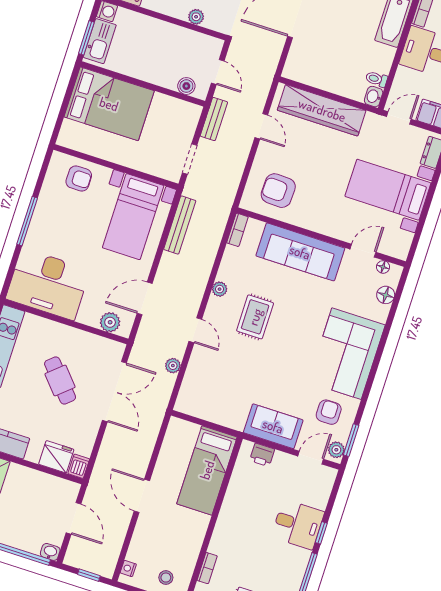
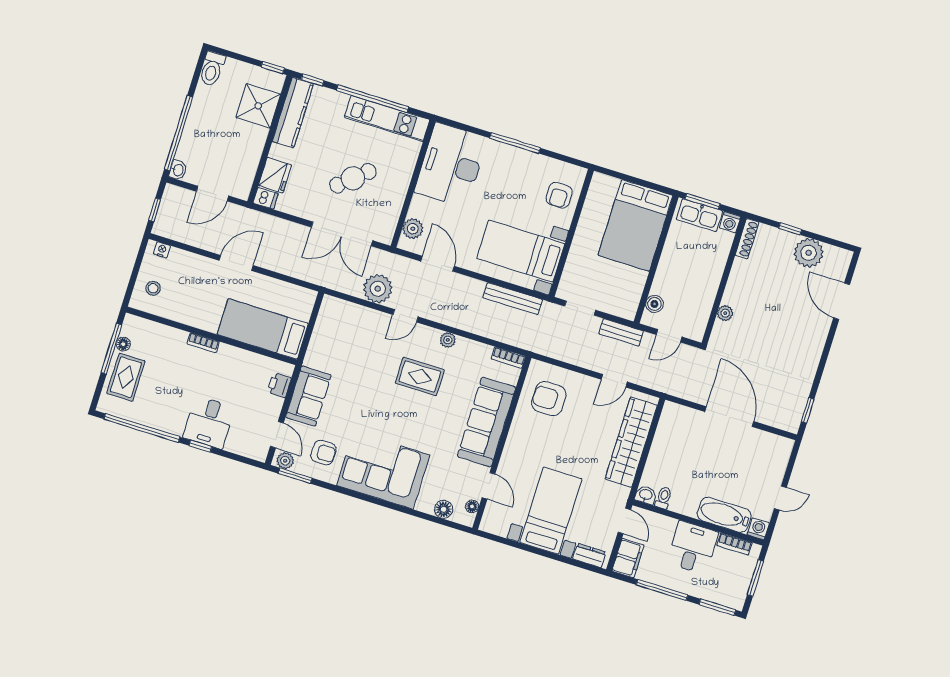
armchair: (278, 191) -> (549, 399), turned -92
plant: (173, 366) -> (378, 289), width x1.88, depth x1.88
bookcase: (207, 568) -> (203, 343), moved

